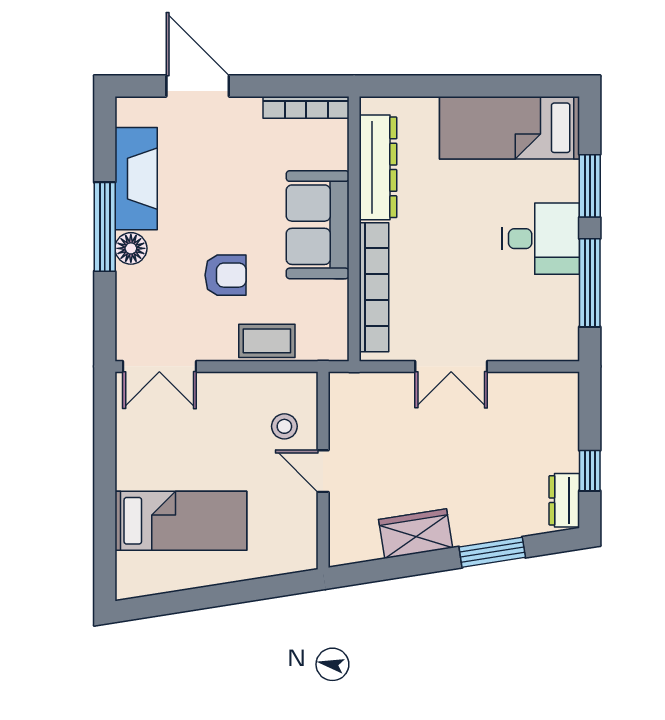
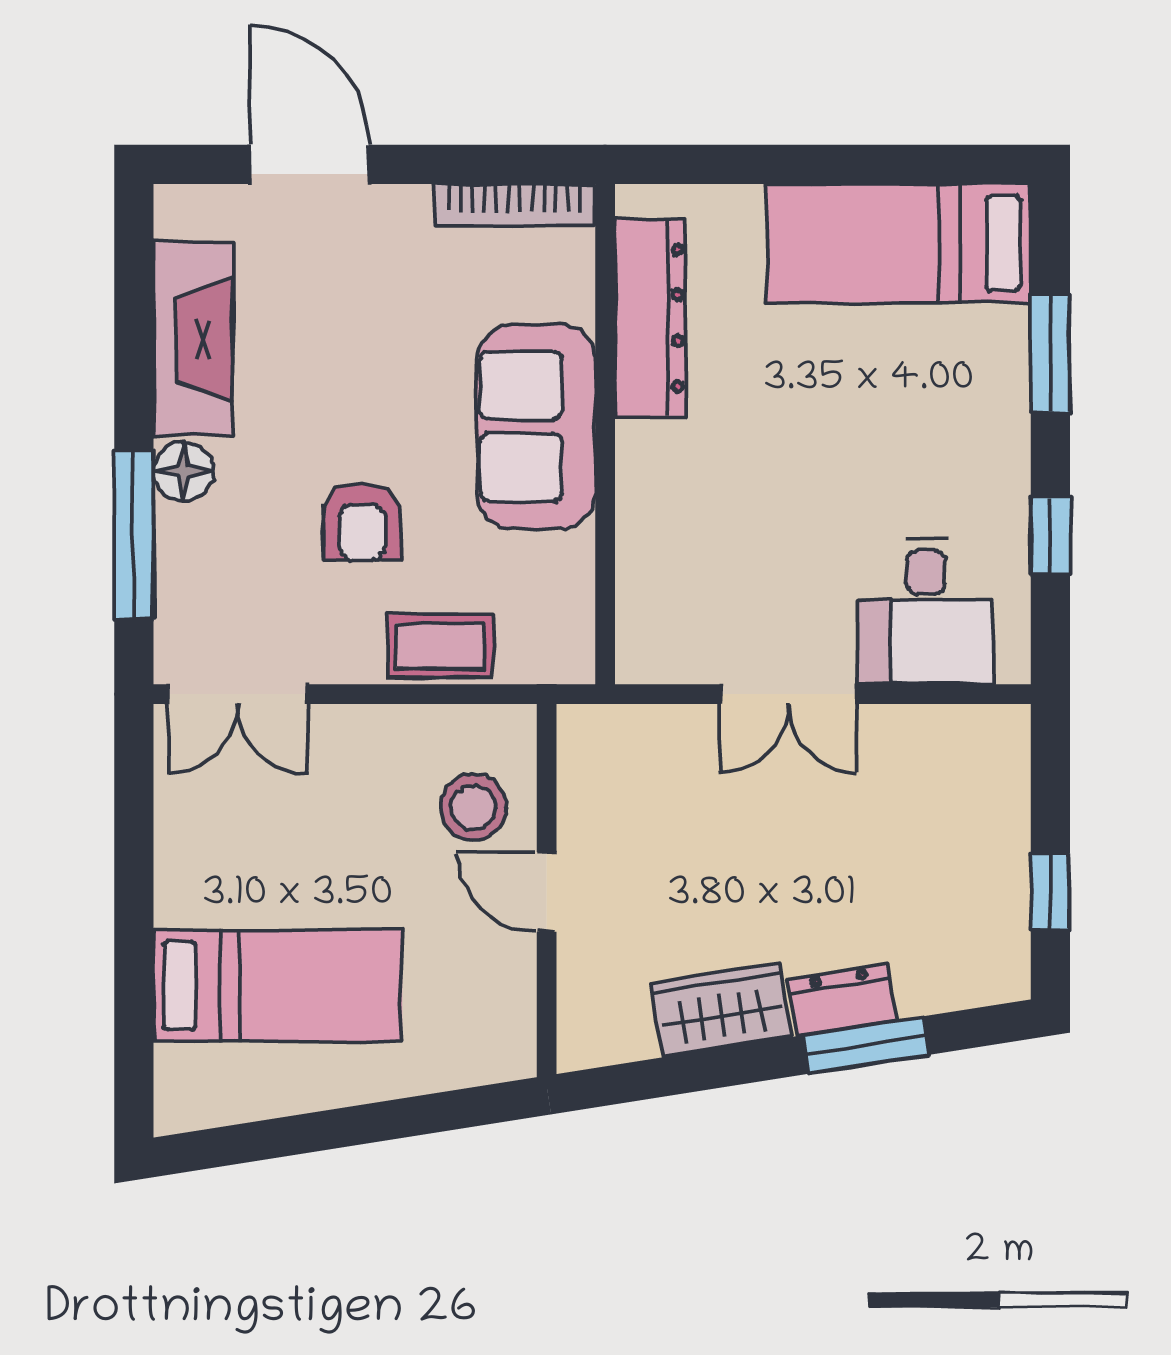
window: (105, 227) -> (134, 536), moved
desk: (541, 239) -> (926, 612), moved, turned 90
armchair: (226, 275) -> (362, 522), turned 90
window: (590, 283) -> (1050, 536), width x0.46
bookcase: (374, 287) -> (643, 544), removed
stool: (284, 426) -> (473, 807), width x1.37, depth x1.37
dresser: (564, 500) -> (842, 1000), moved, turned 81

